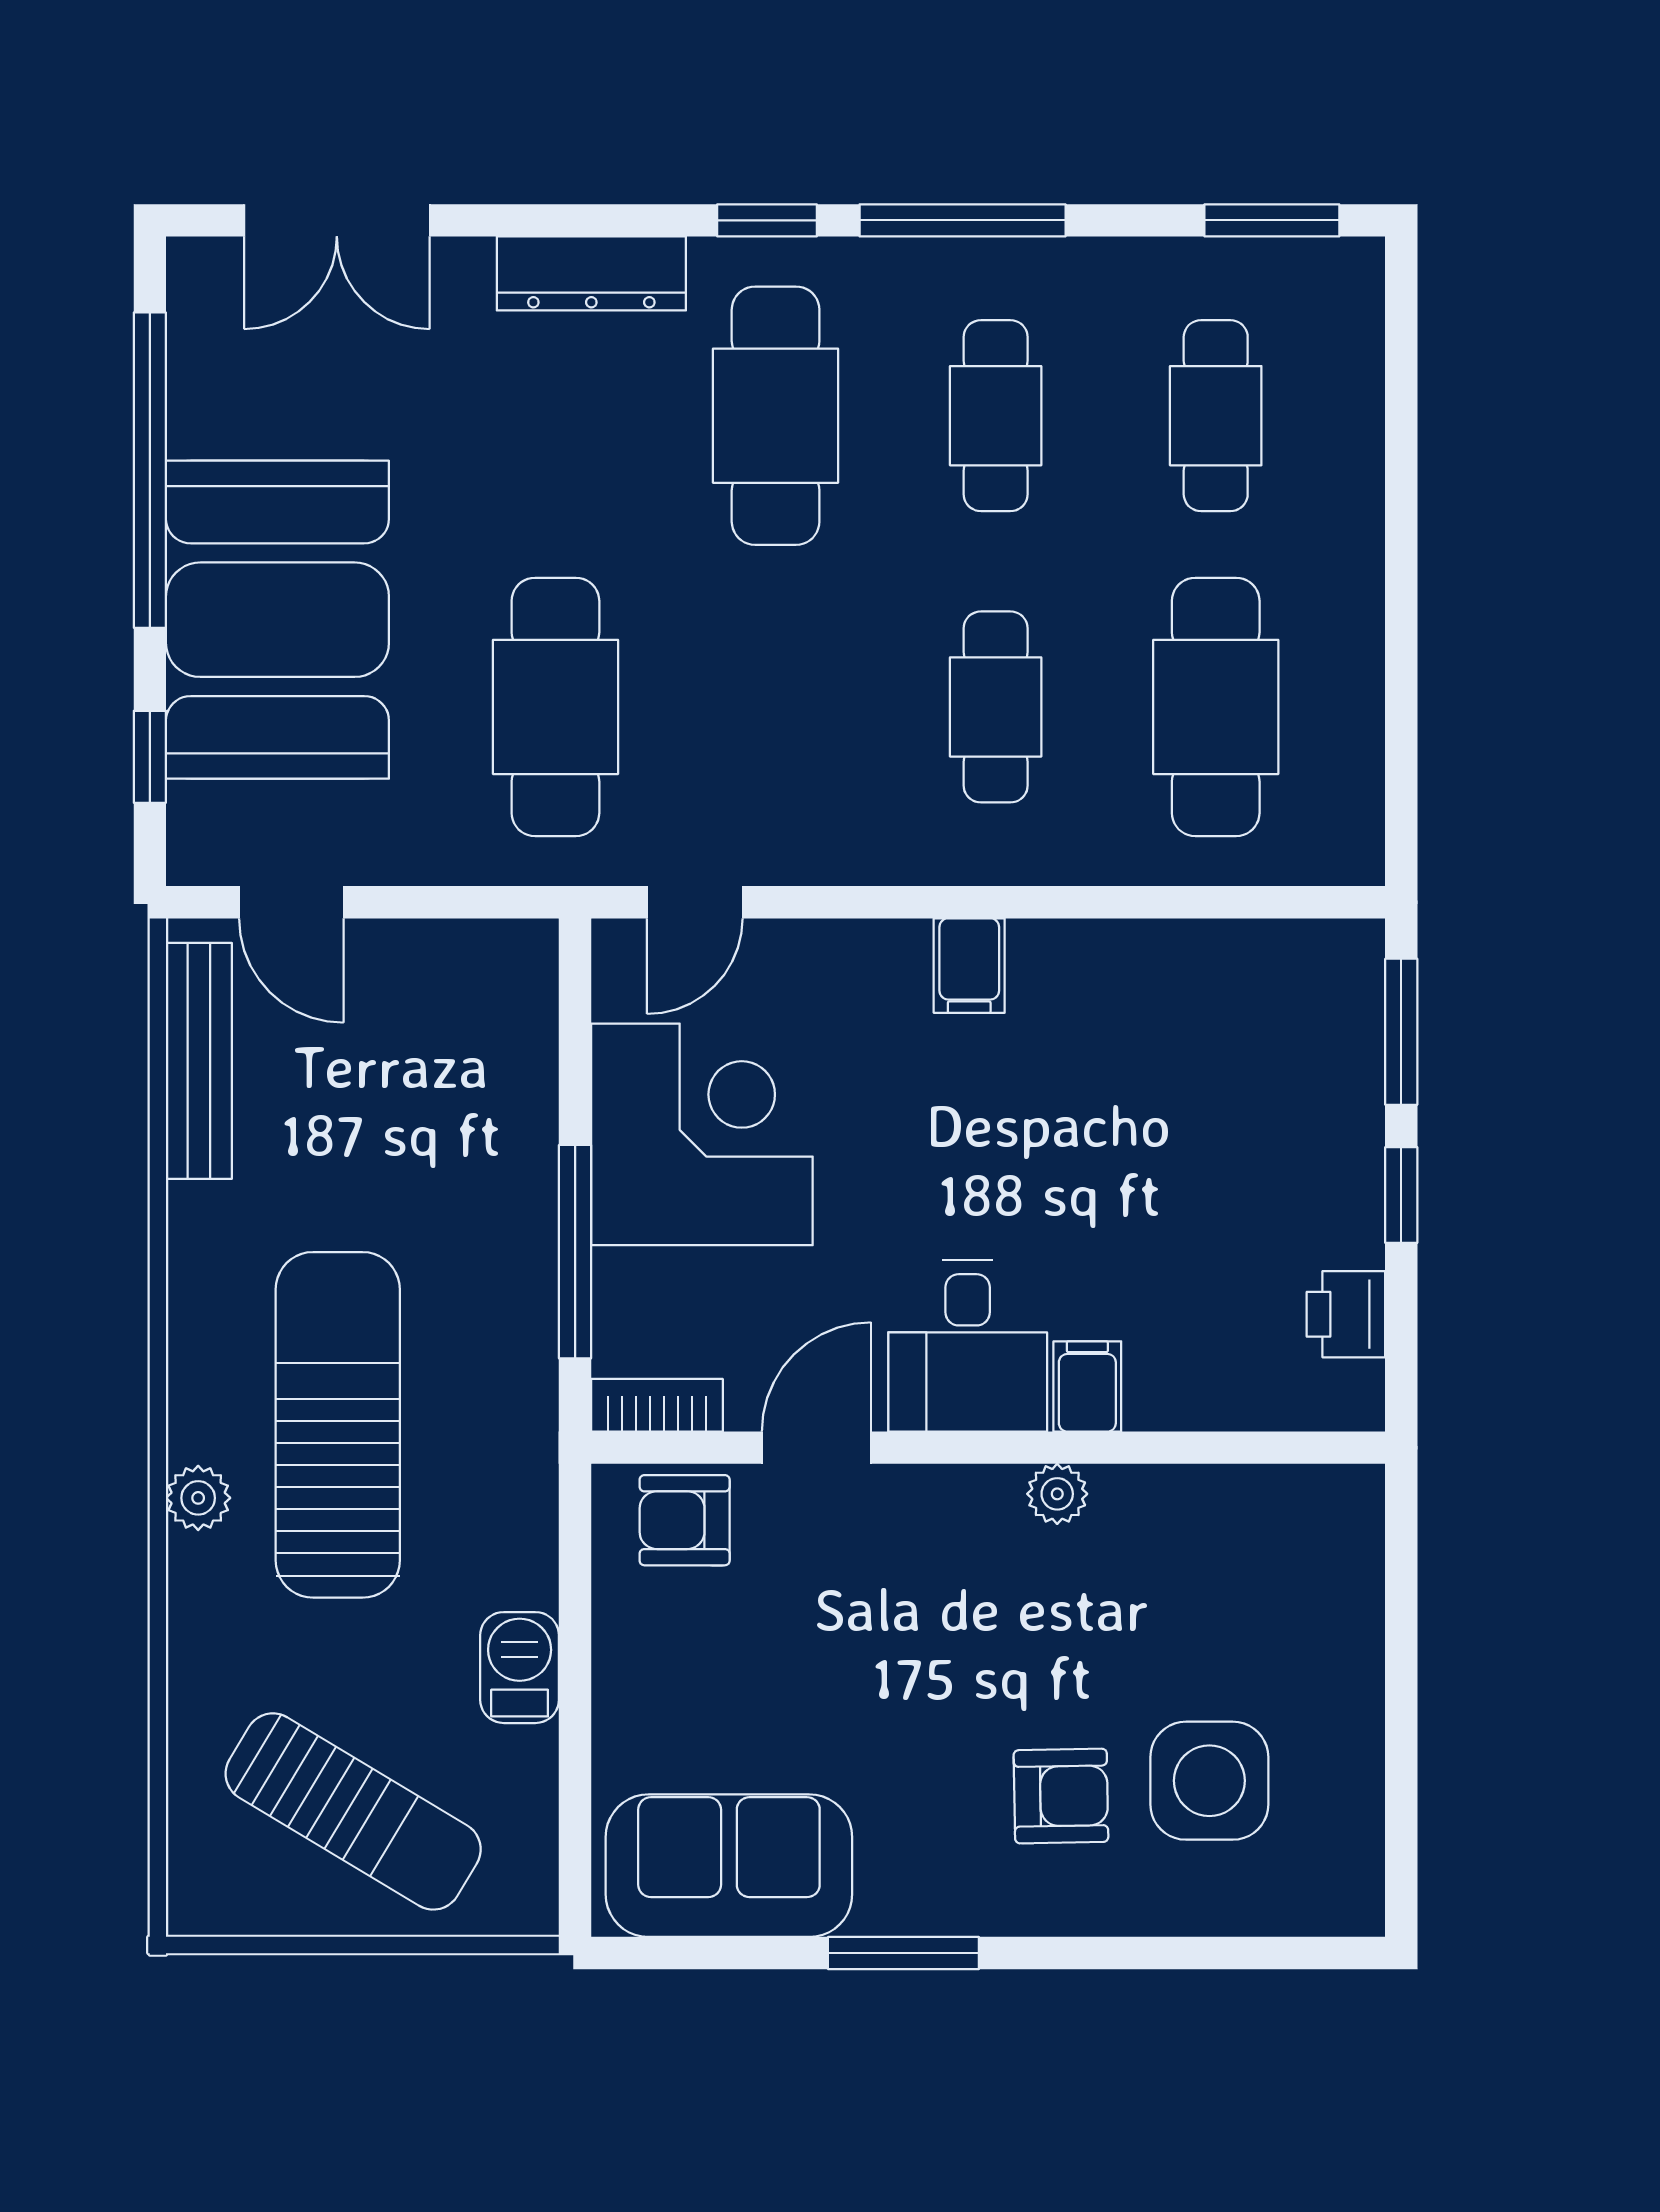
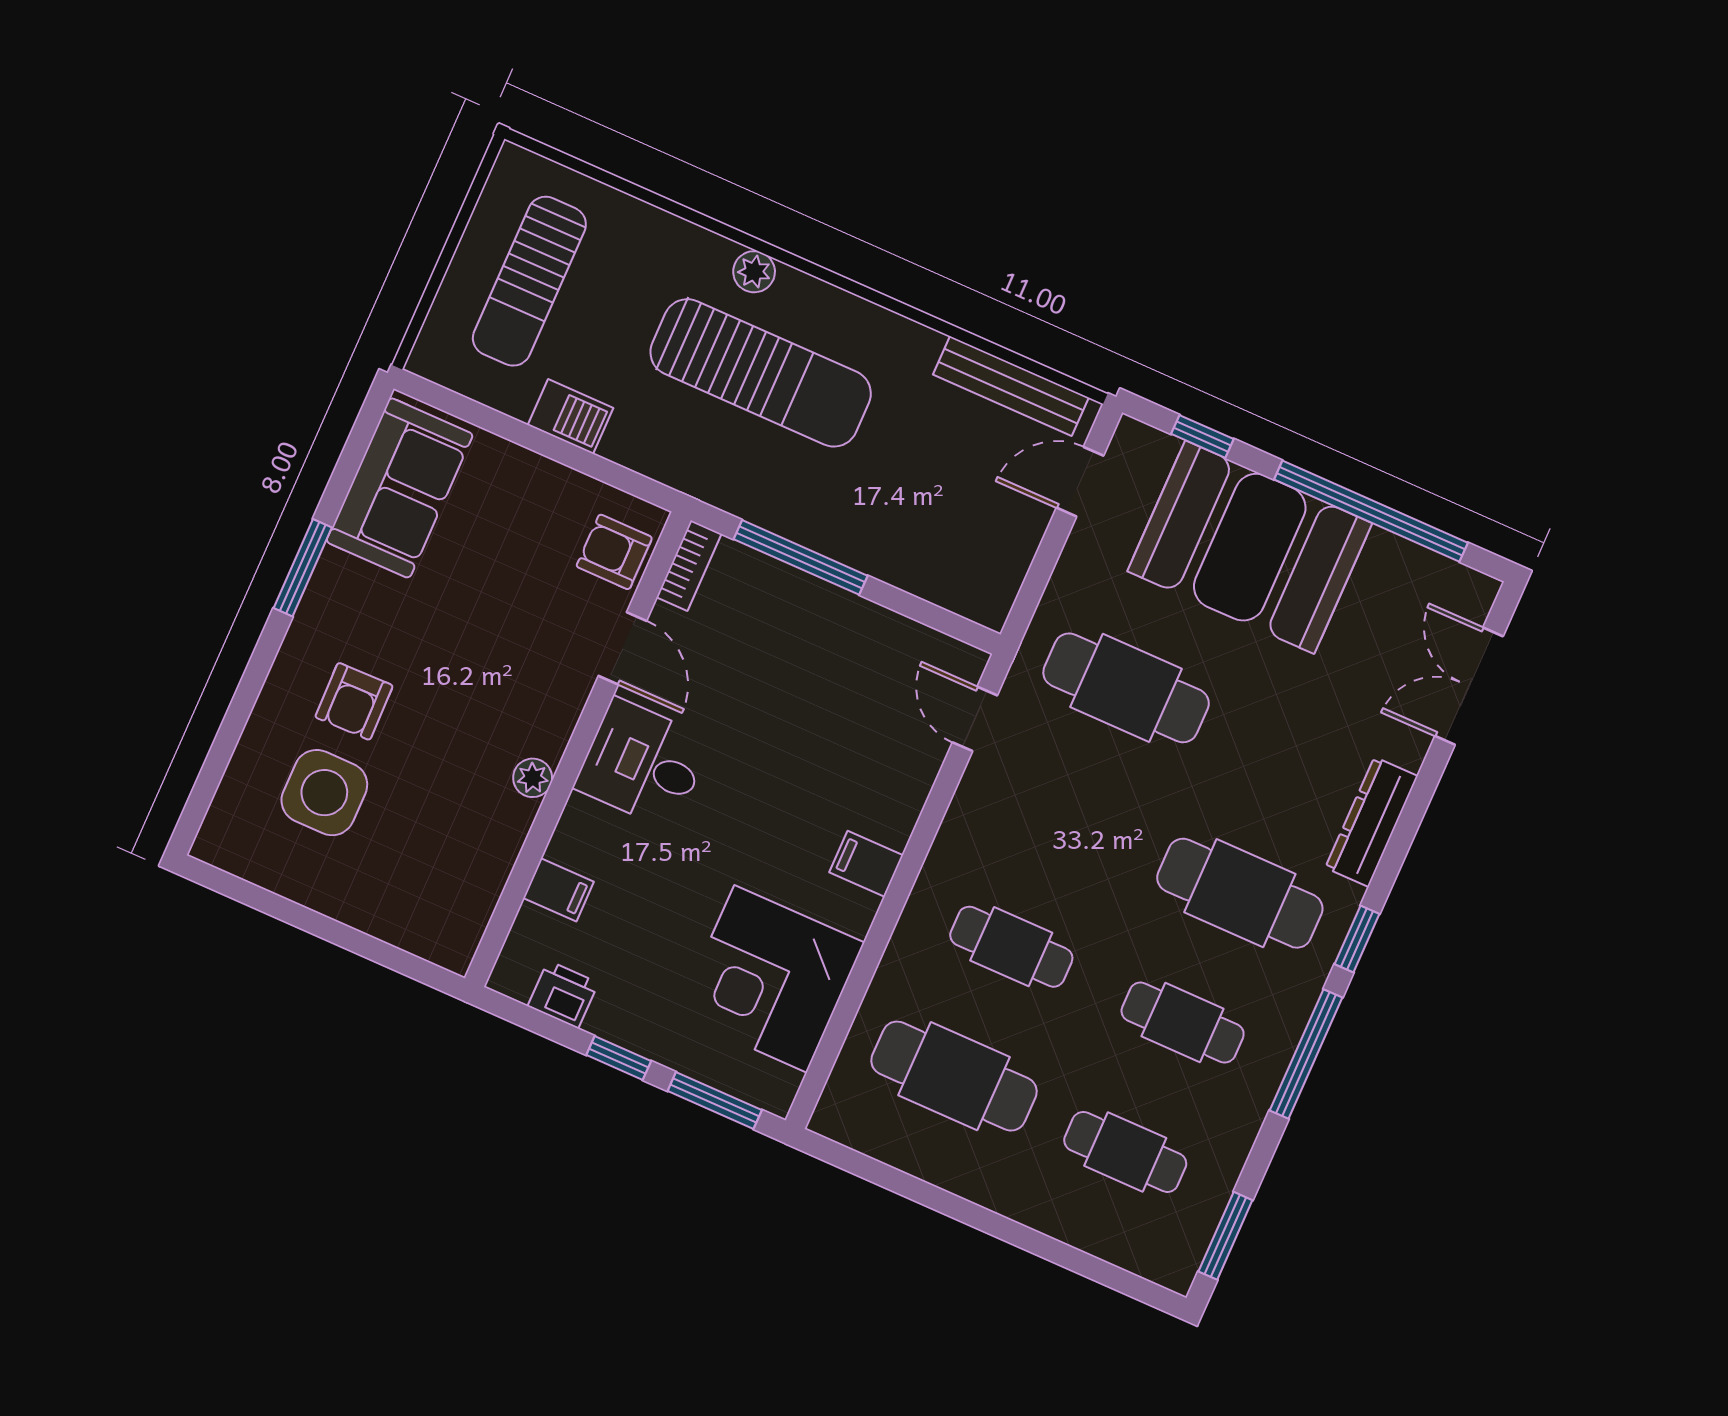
corner desk: (702, 1134) -> (771, 979), moved, turned 90
filing cabinet: (1087, 1386) -> (559, 890), moved
armchair: (685, 1520) -> (614, 552), turned -90
sun lounger: (353, 1811) -> (529, 281), turned -31

